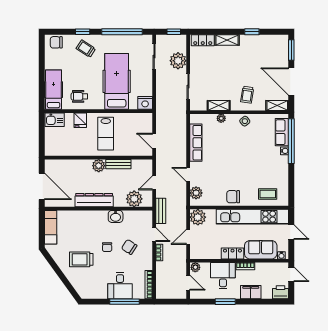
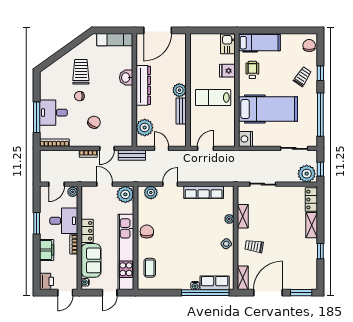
plant: (178, 61) -> (307, 174), moved
washbasin: (116, 216) -> (126, 78), moved
chair: (107, 247) -> (79, 96), moved

